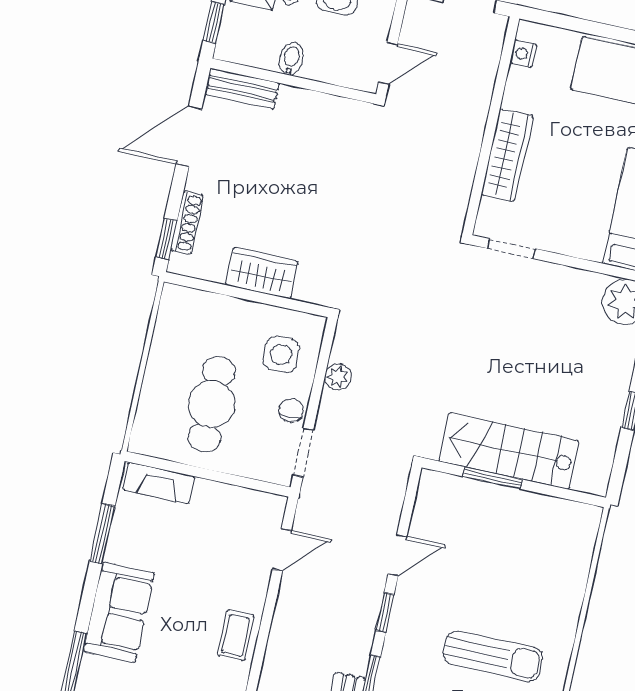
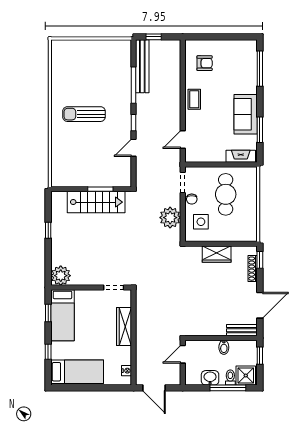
plant: (338, 377) -> (170, 218), width x1.87, depth x1.87
sofa: (119, 612) -> (246, 114), moved

